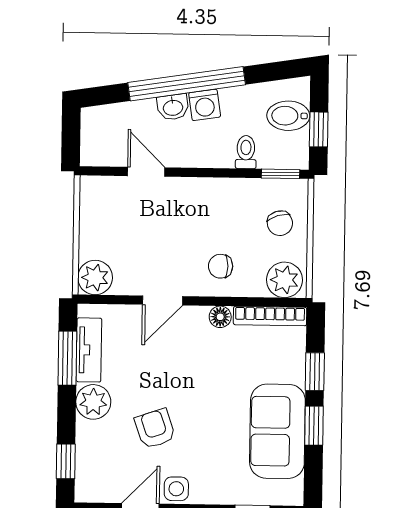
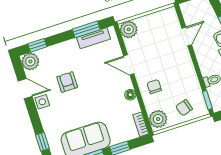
bookcase: (270, 316) -> (141, 124), width x0.64
plant: (93, 402) -> (30, 61), moved
armchair: (155, 429) -> (67, 82), turned -71

